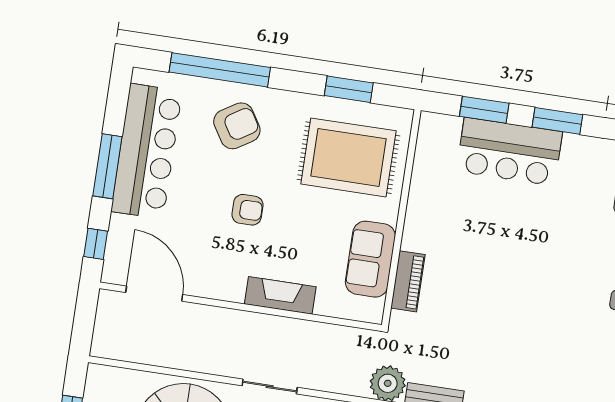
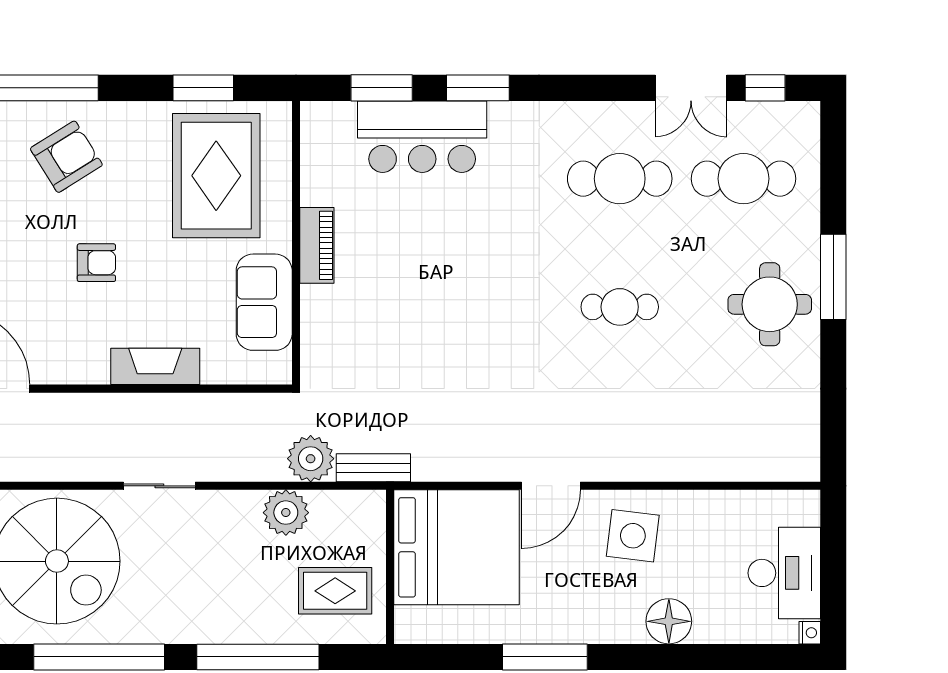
rug: (348, 157) -> (216, 176), turned 90
piano: (408, 281) -> (317, 245), moved

